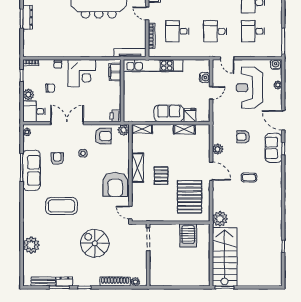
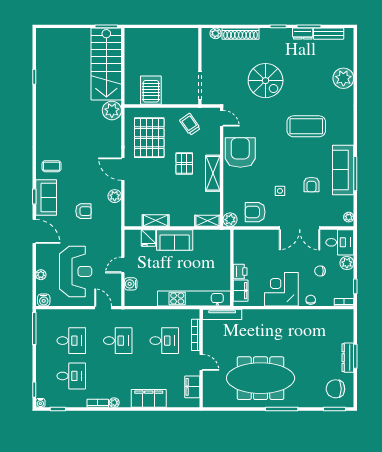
printer: (115, 116) -> (240, 272), moved
coffee table: (249, 178) -> (52, 166), moved
trolley: (156, 208) -> (190, 124), added

